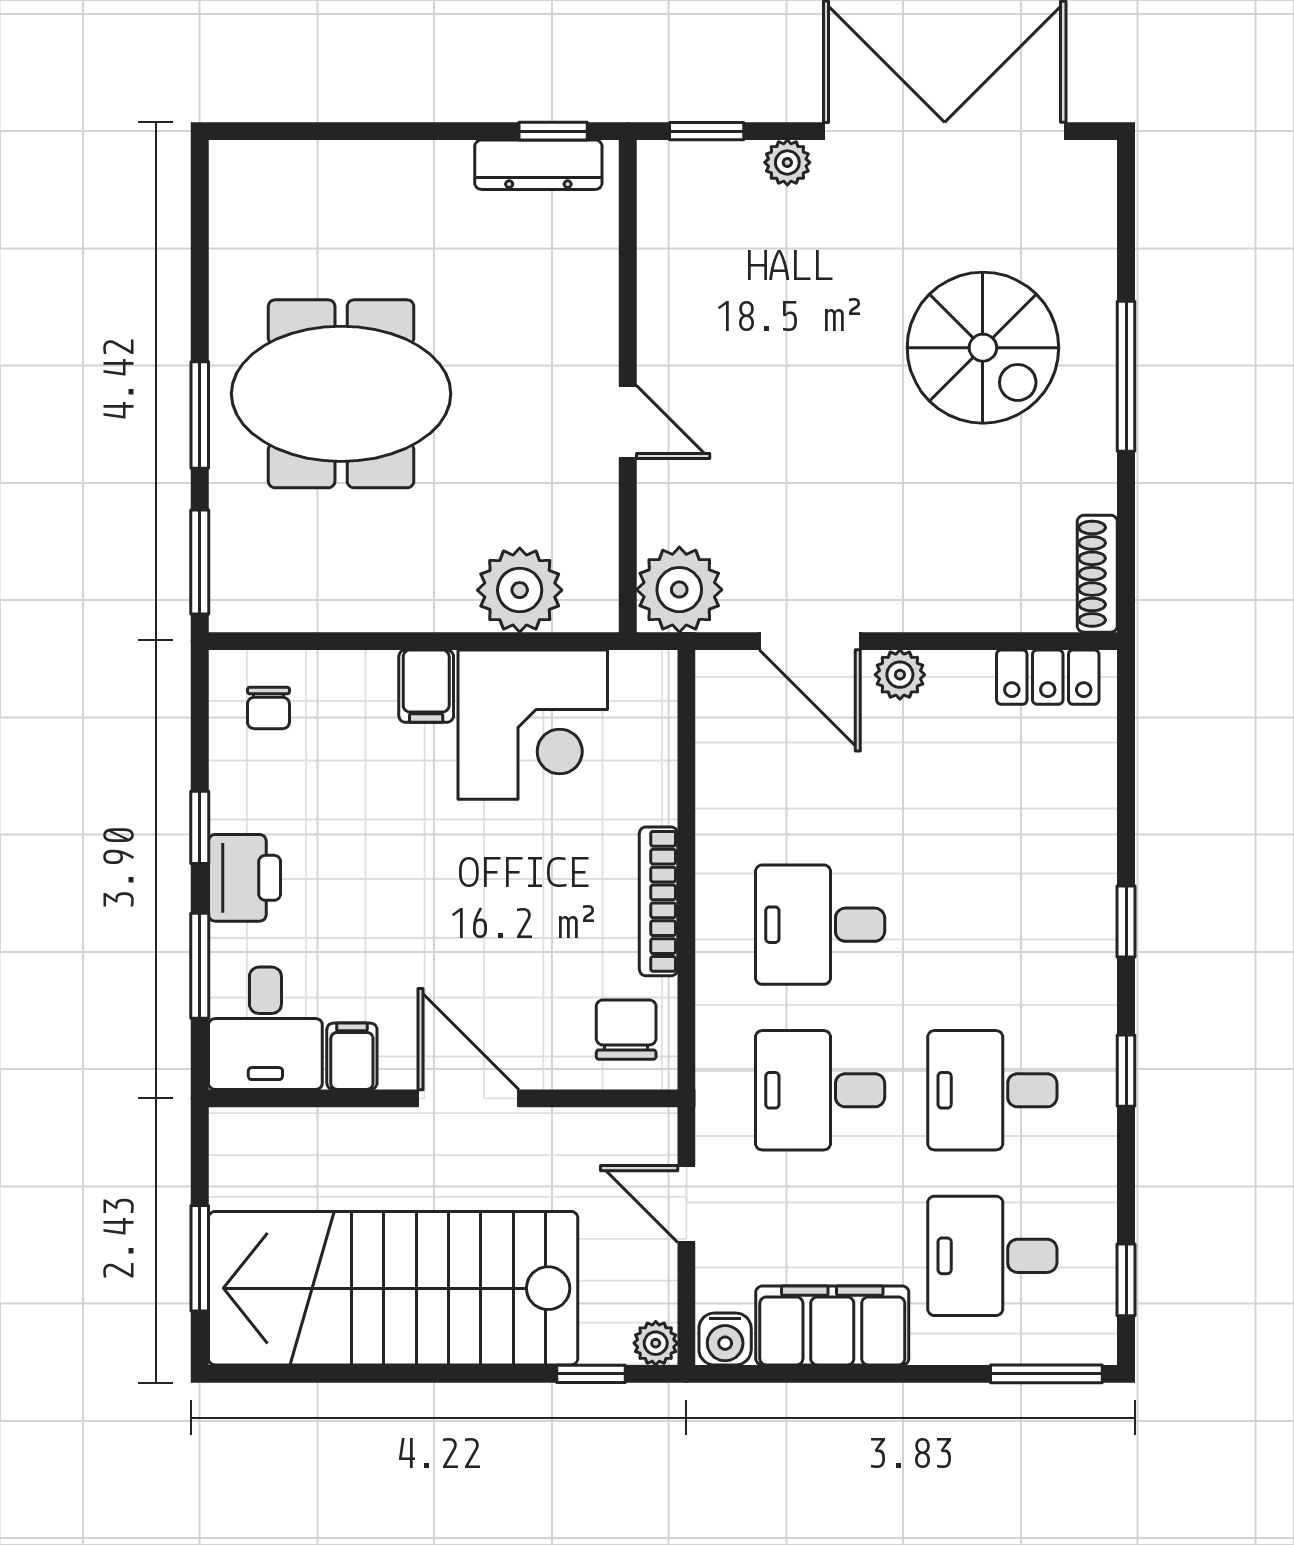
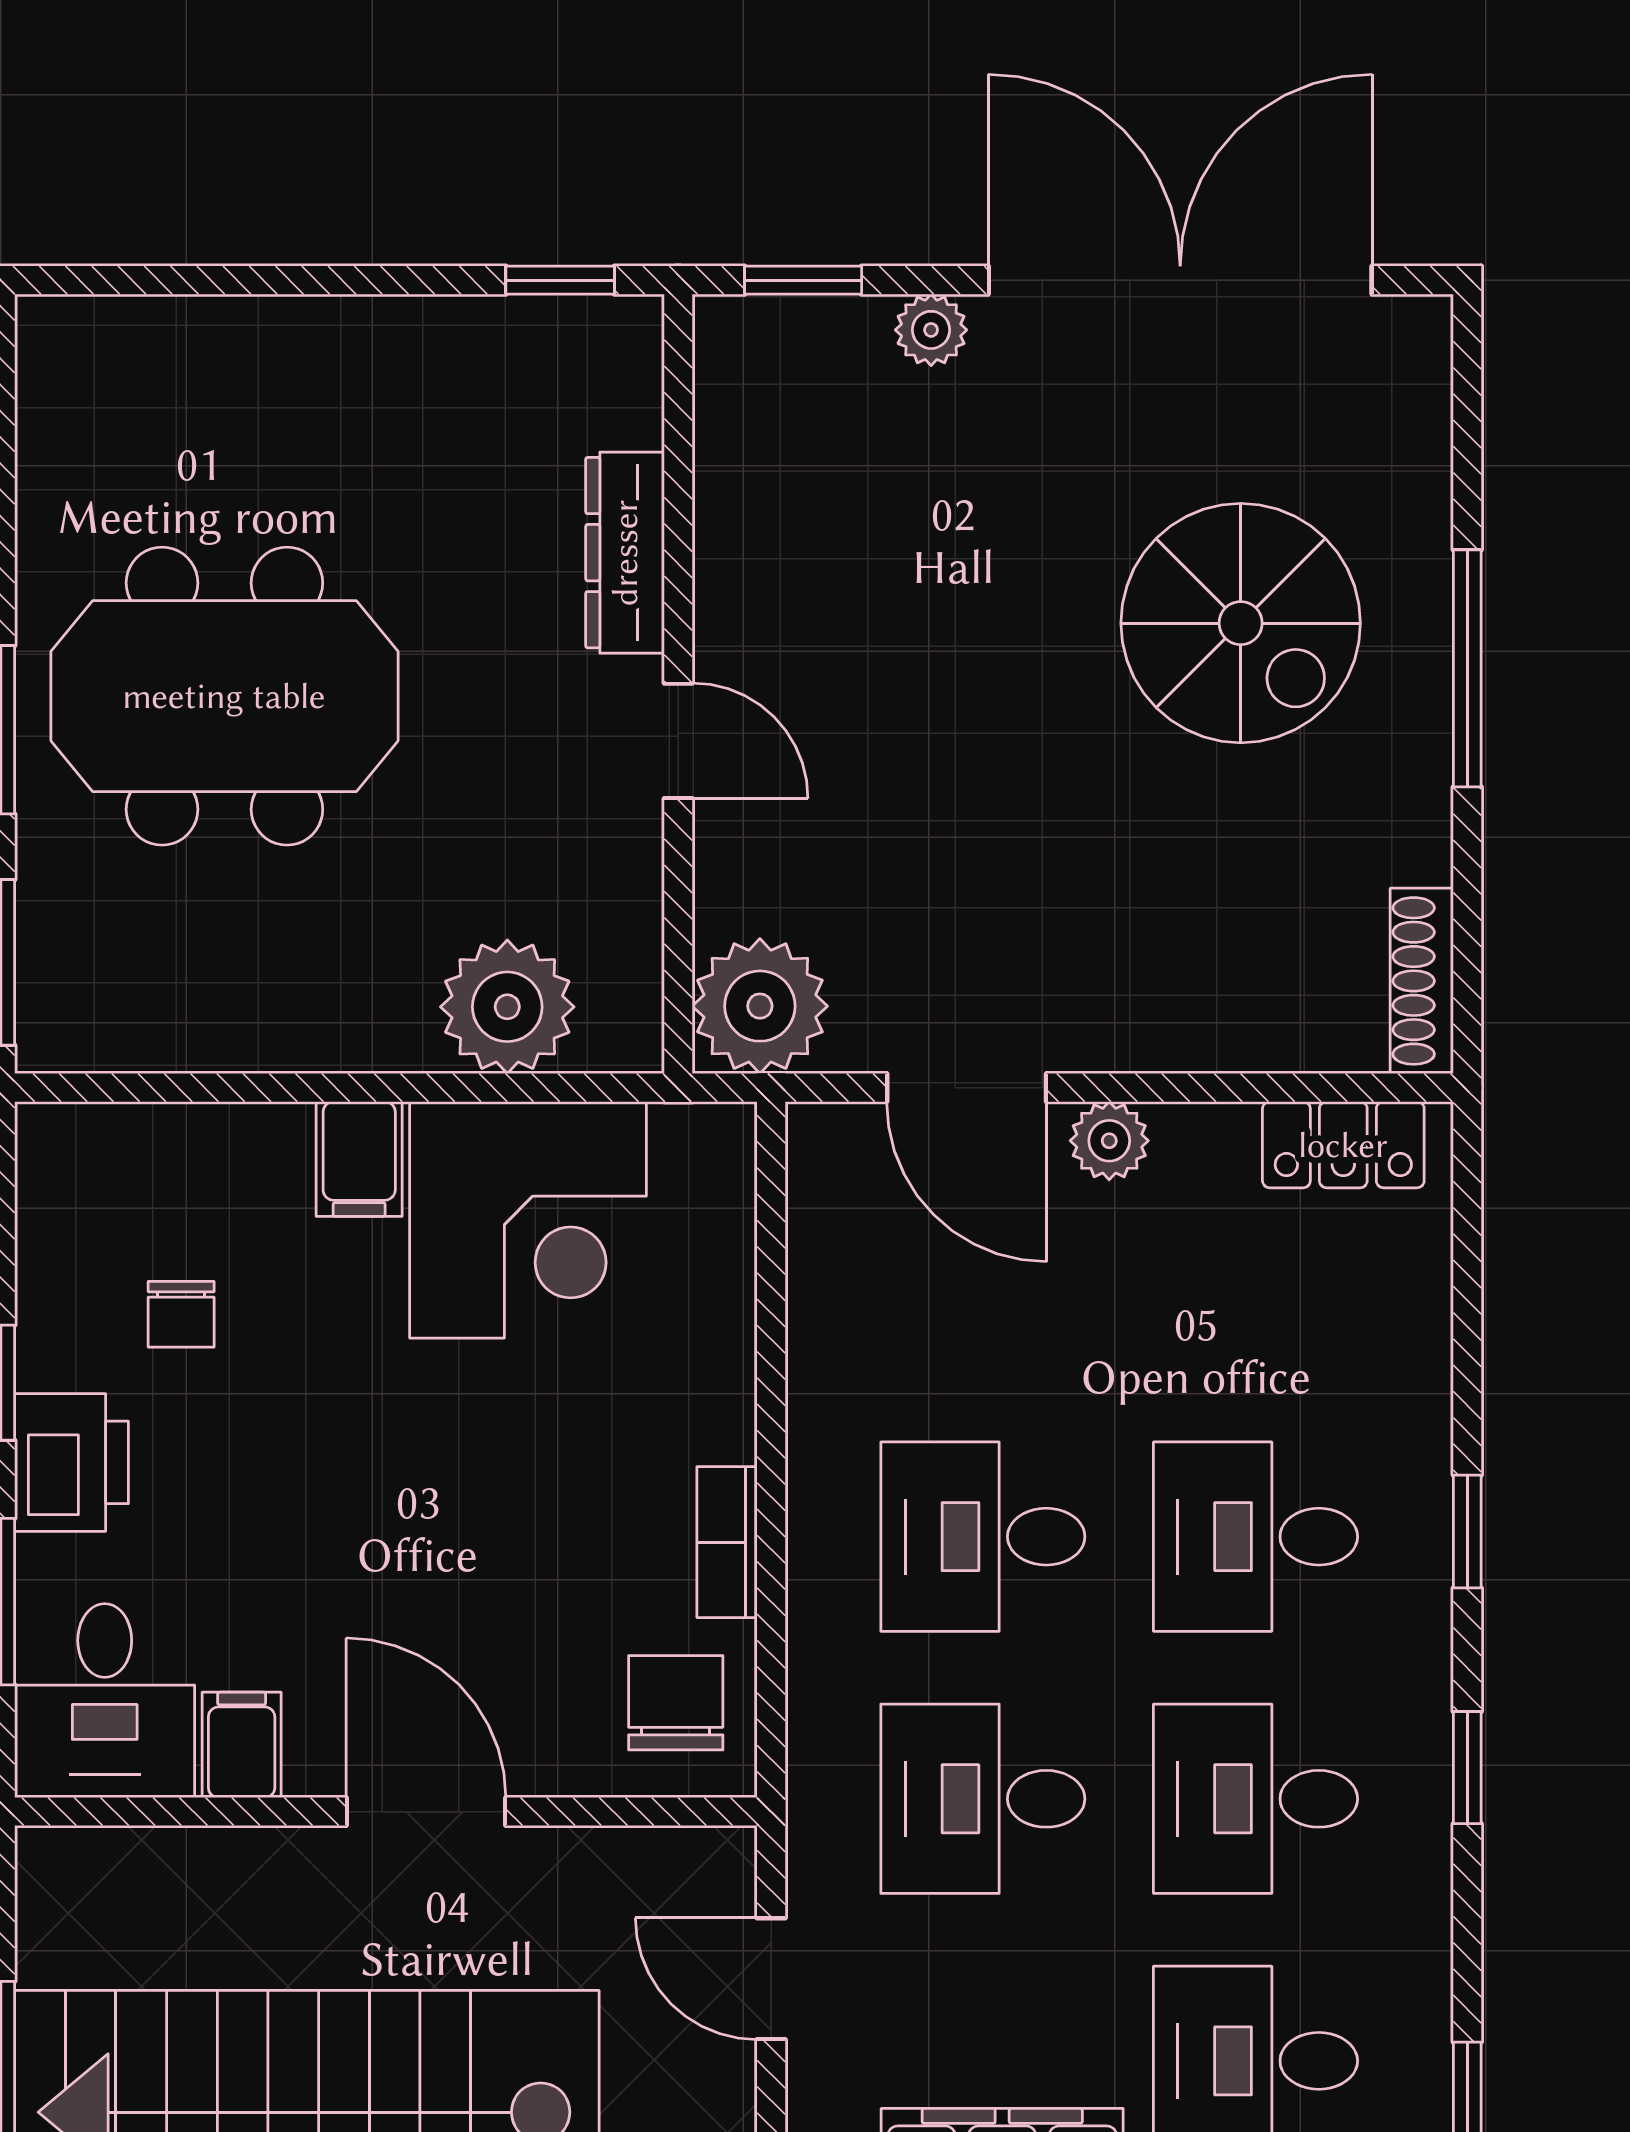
dresser: (538, 165) -> (625, 553), moved, turned 90
chair: (268, 708) -> (181, 1314), moved
bookcase: (658, 901) -> (727, 1542), width x0.64
desk: (992, 925) -> (1256, 1537), added

